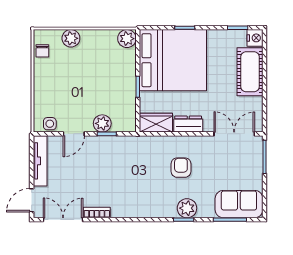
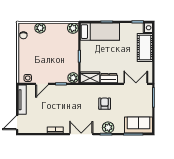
bed: (173, 60) -> (100, 32), width x0.49
plant: (102, 123) -> (73, 78), moved
double door: (63, 220) -> (81, 134), moved

